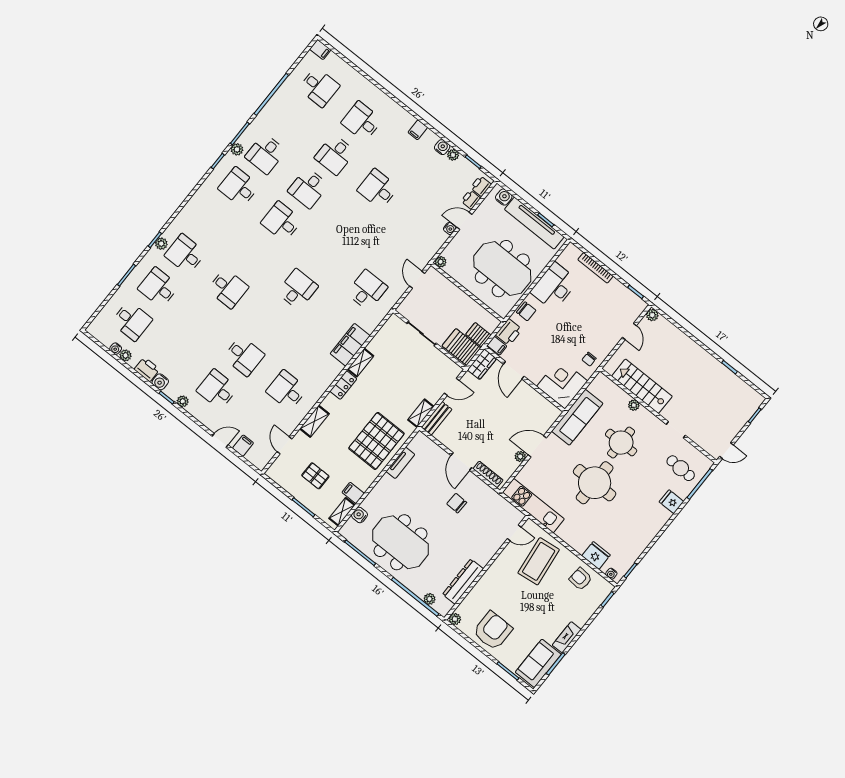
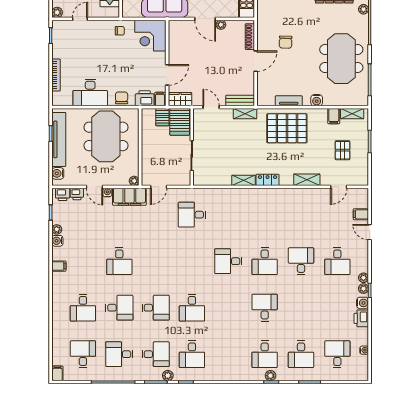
desk: (292, 120) -> (119, 354), added
filing cabinet: (350, 345) -> (129, 197), moved
plant: (126, 355) -> (363, 289), moved
desk: (287, 390) -> (265, 261), moved
water cooler: (359, 515) -> (317, 100), moved

